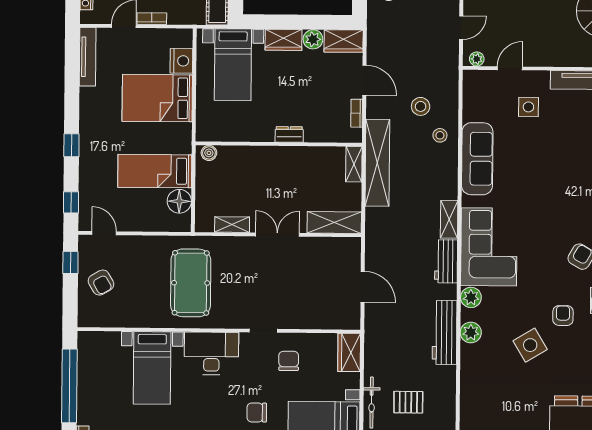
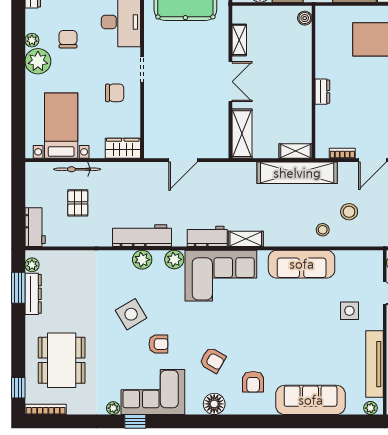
chair: (257, 412) -> (68, 39), moved

